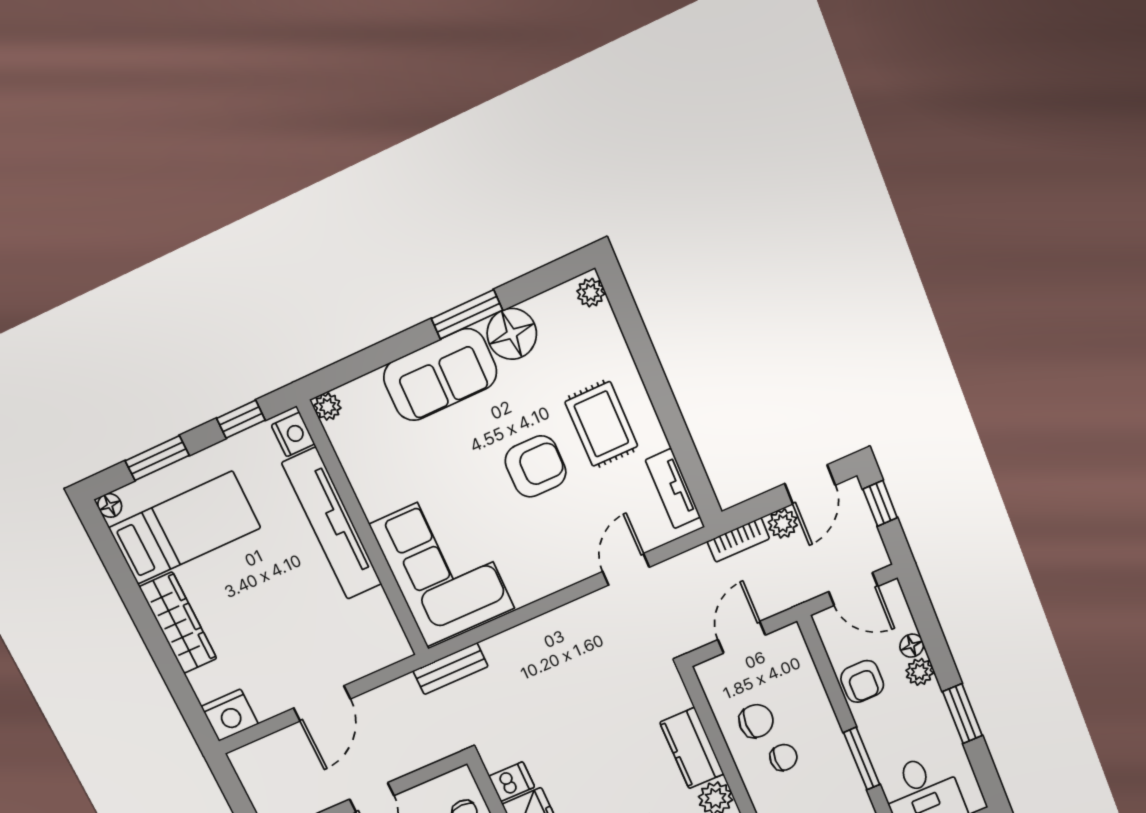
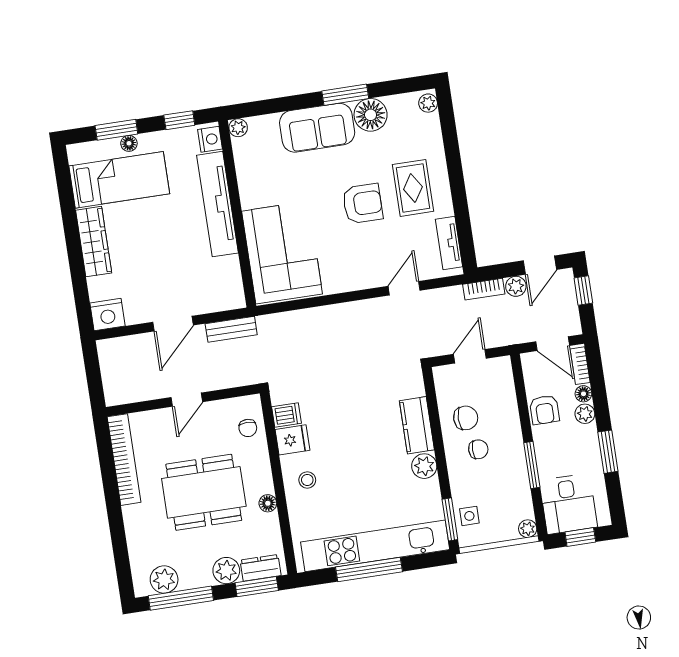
floor lamp: (110, 505) -> (129, 143), moved
bookcase: (899, 609) -> (580, 366), added
bench: (451, 669) -> (231, 329), moved

